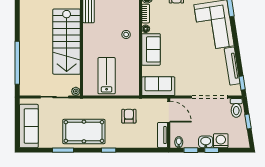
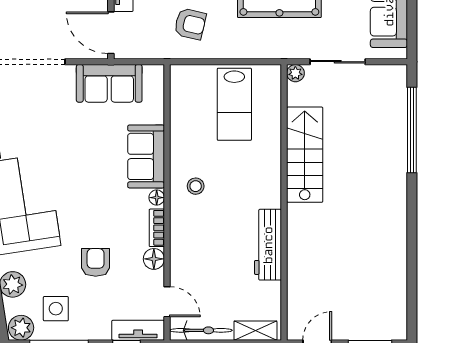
stairs: (67, 42) -> (305, 155), width x0.73, depth x0.66
sofa: (158, 86) -> (109, 83), moved
armchair: (129, 116) -> (190, 24), turned -77

